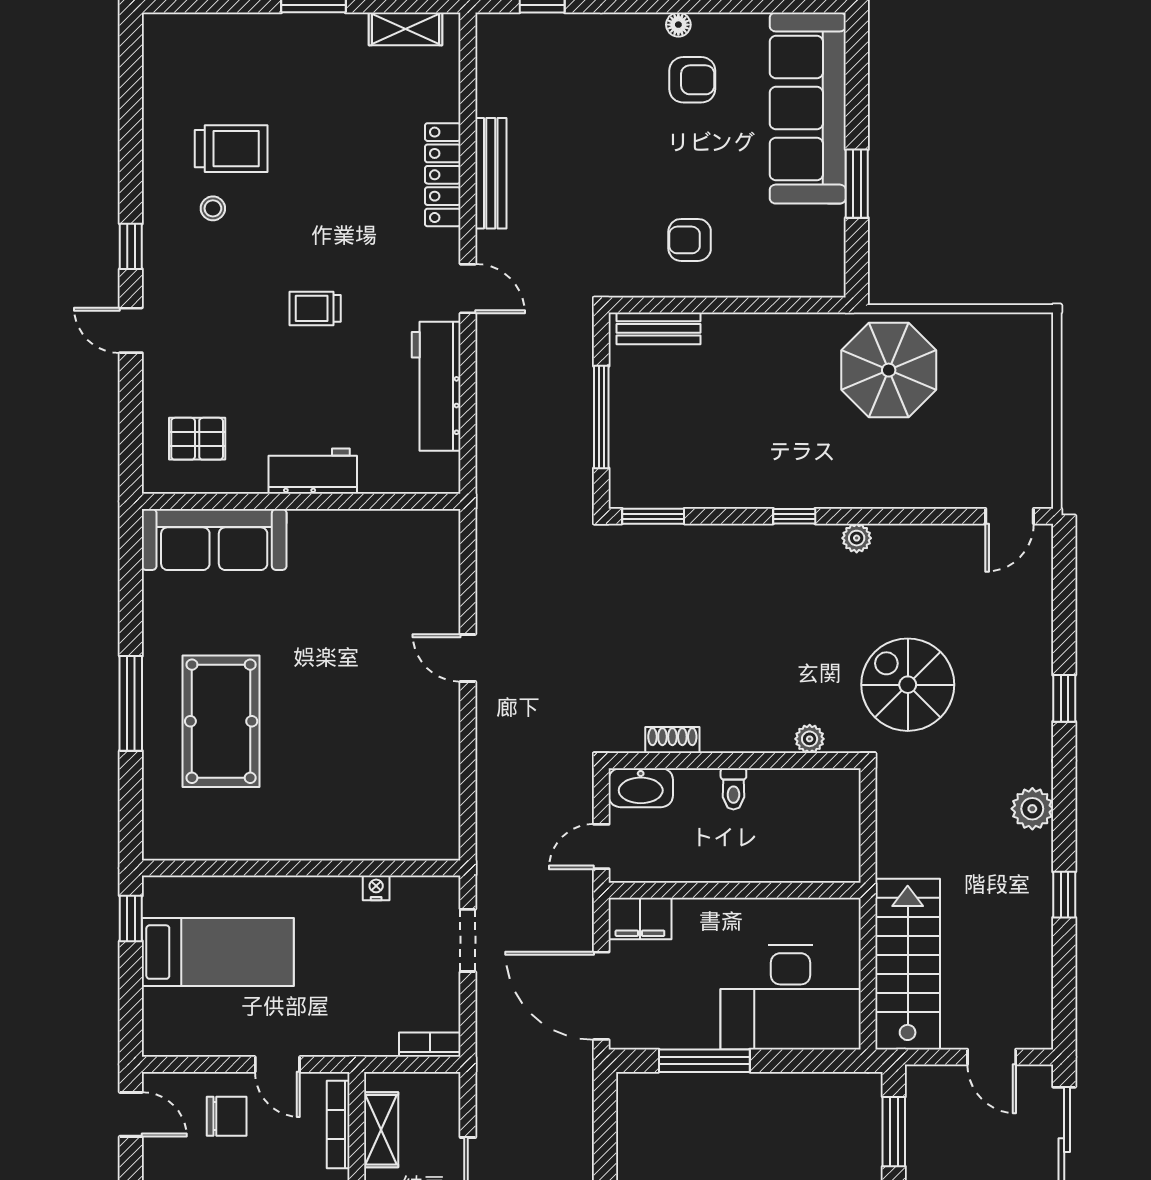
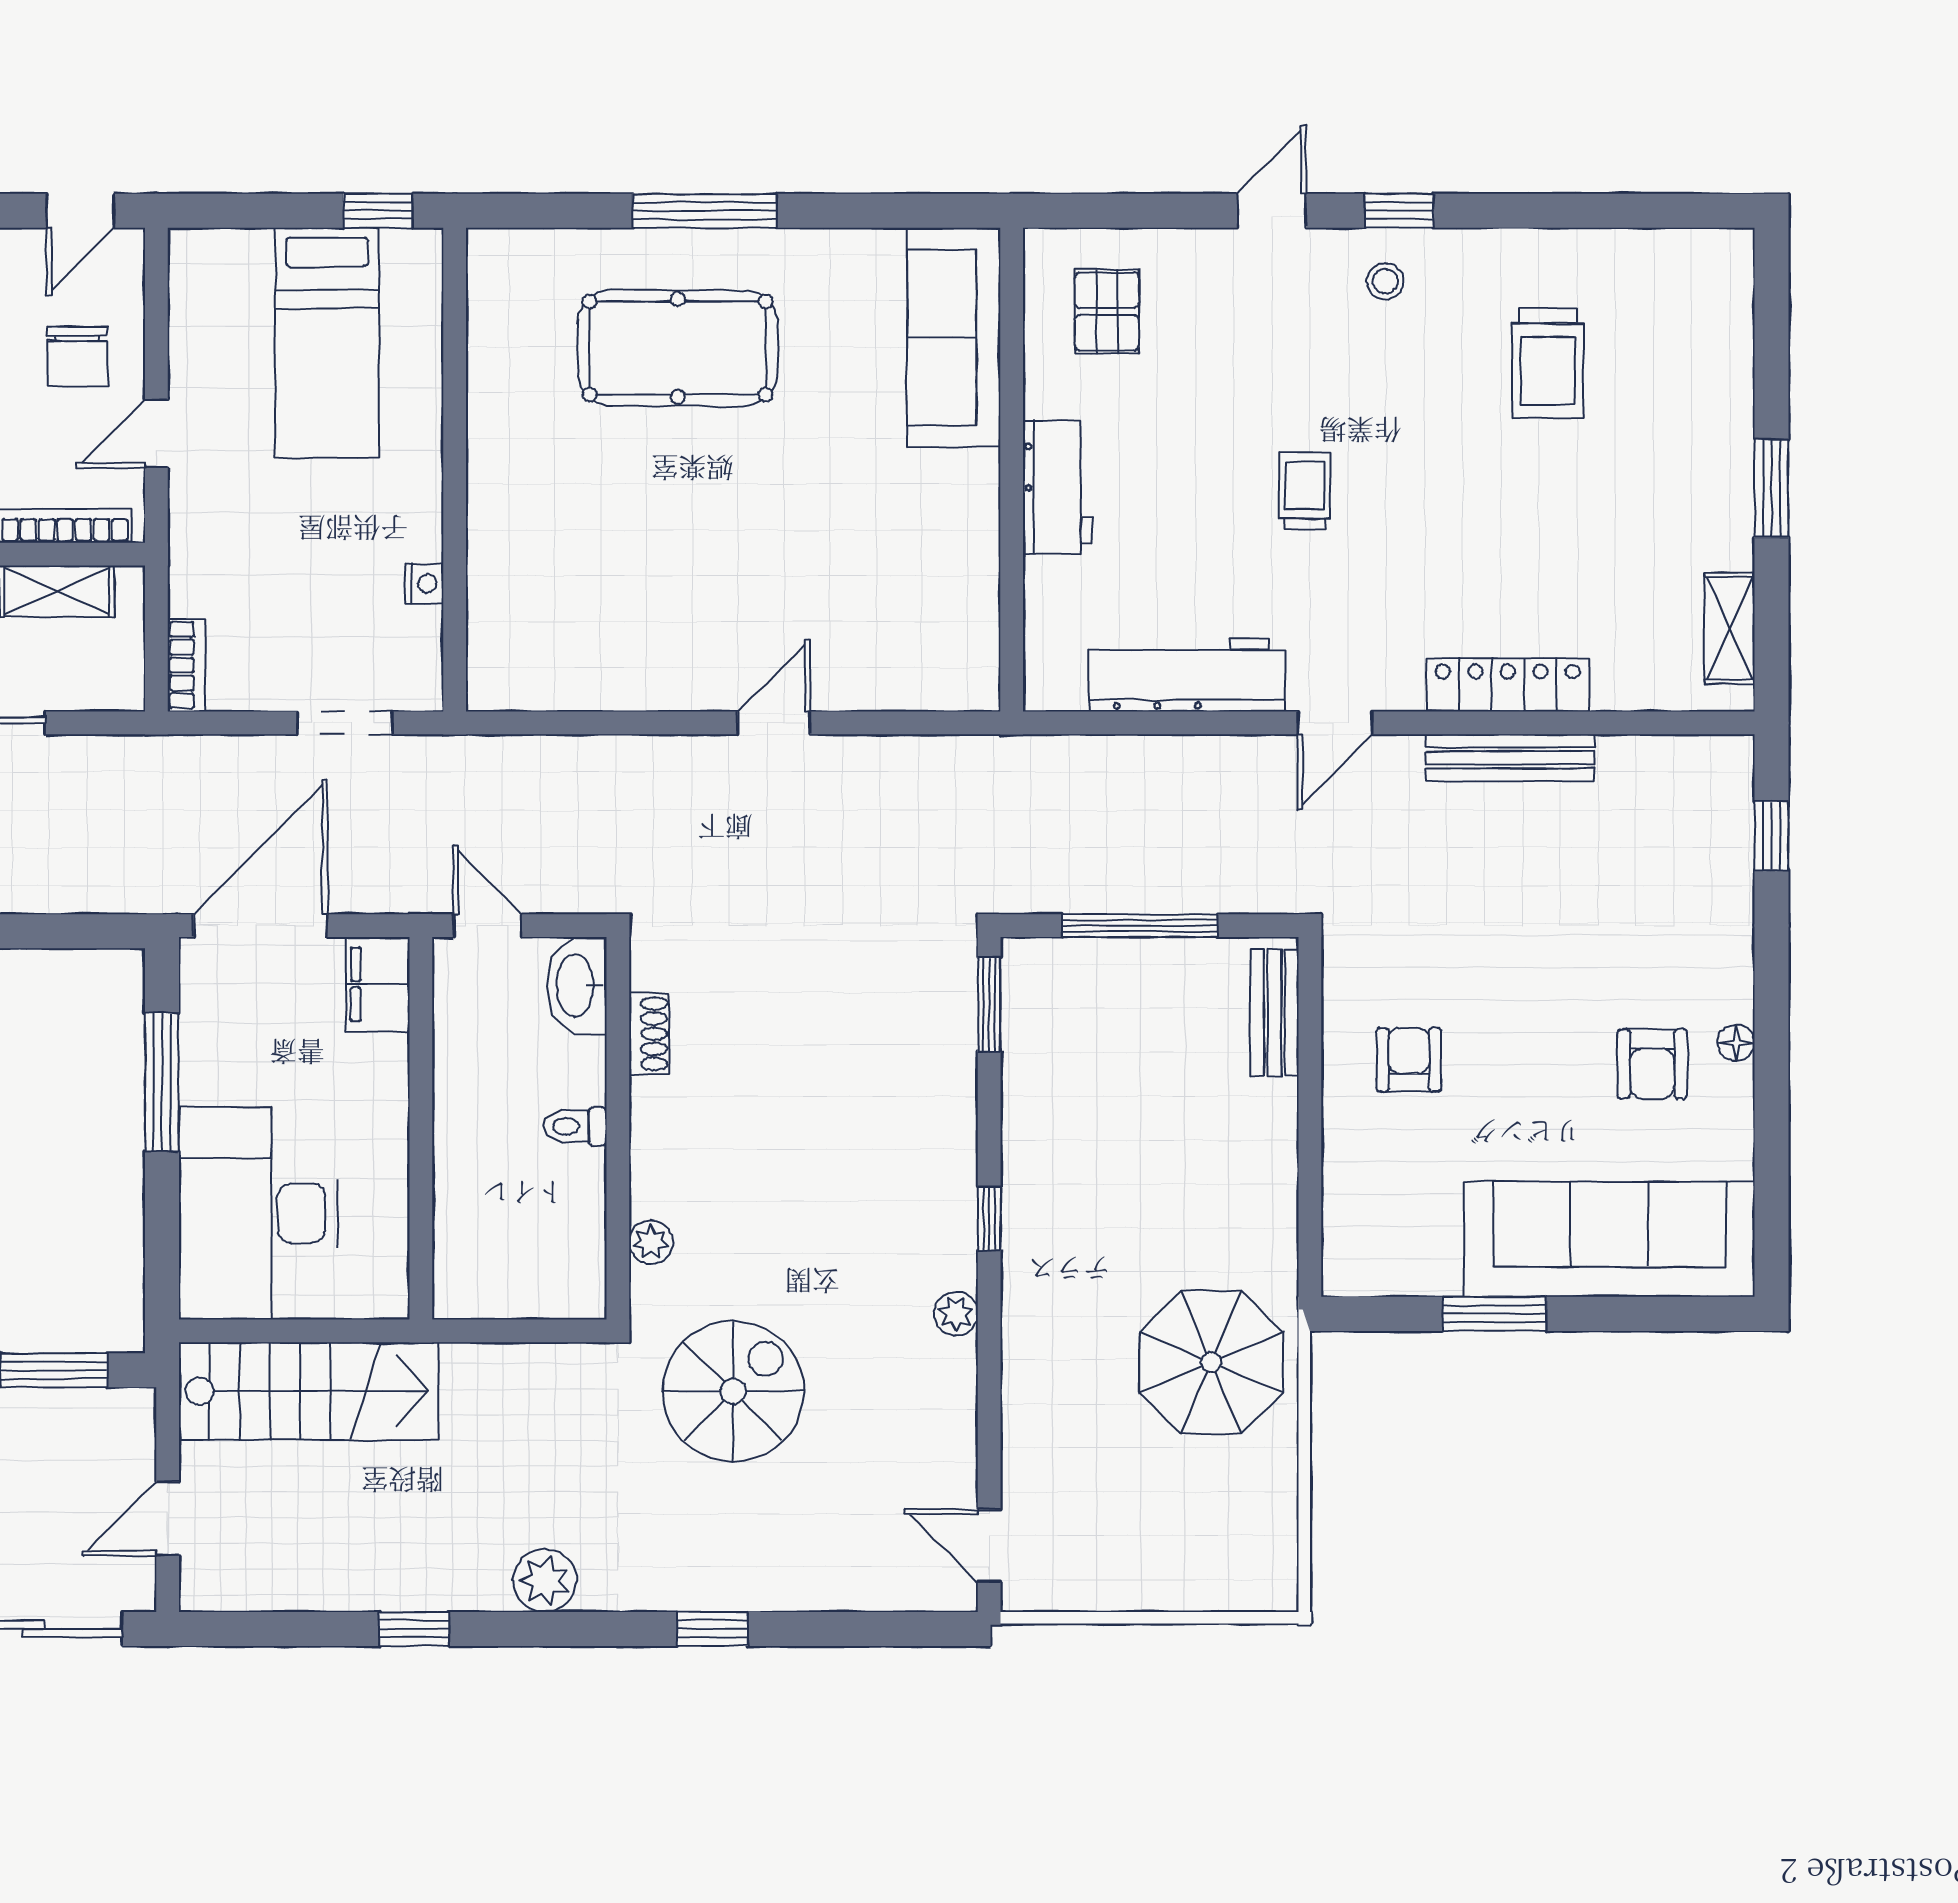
stool: (213, 208) -> (1385, 281), moved

